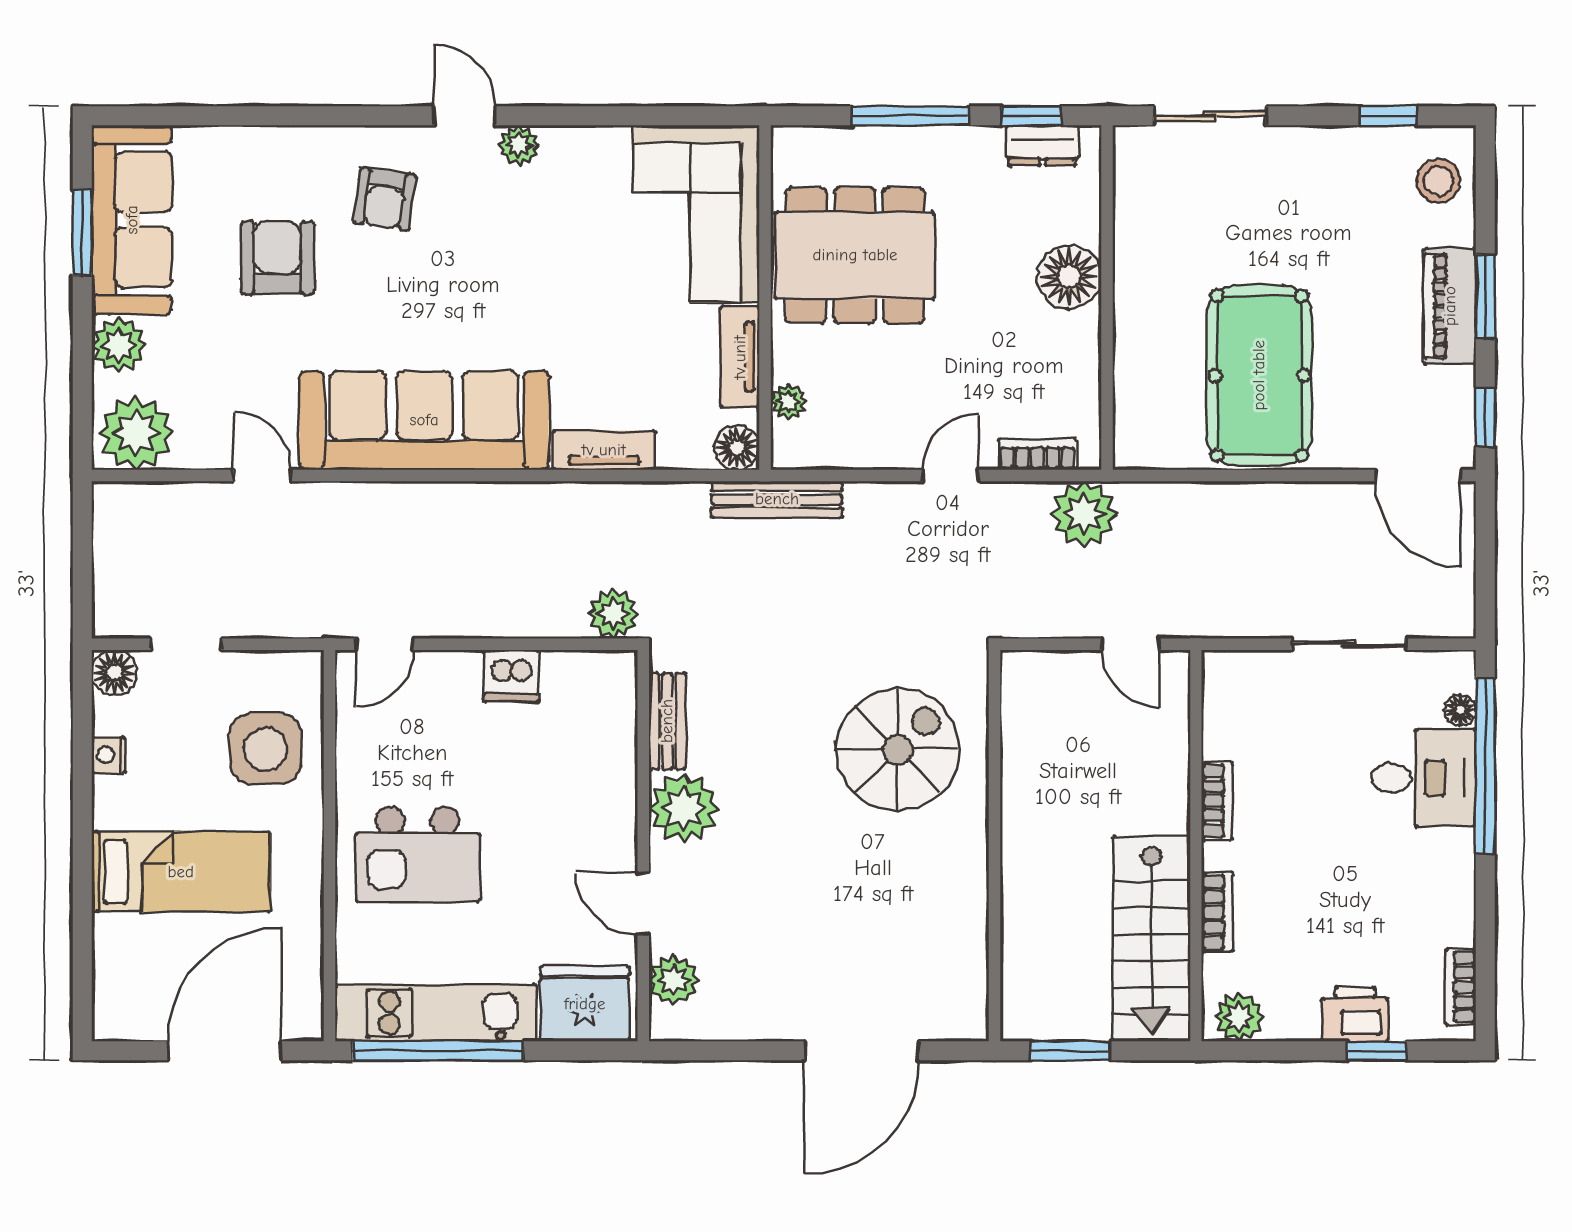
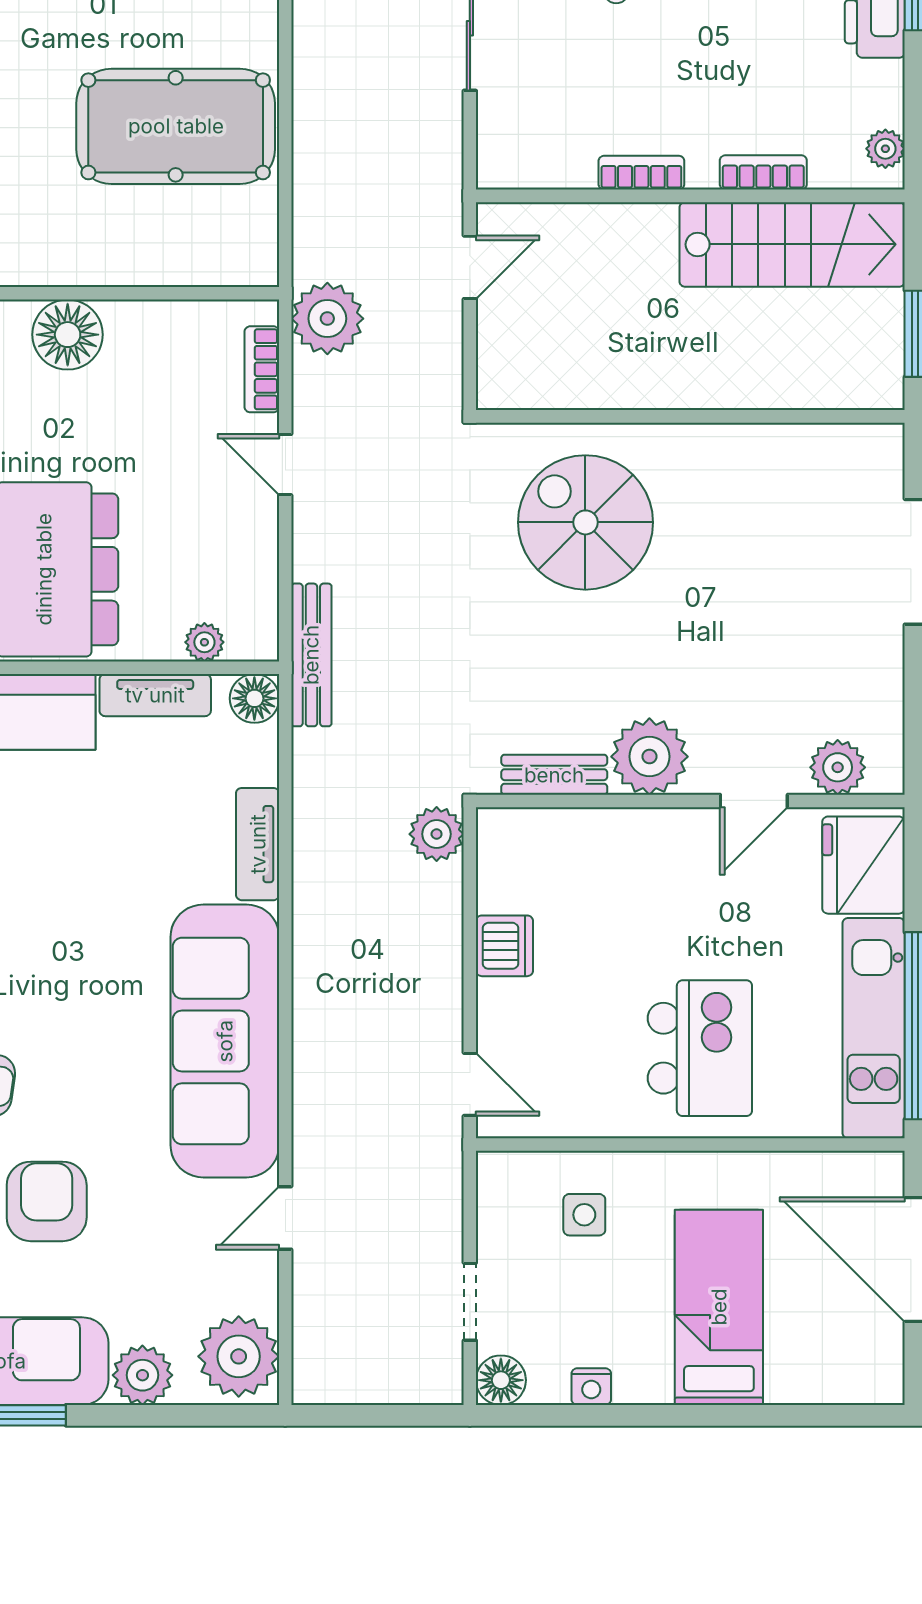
armchair: (278, 258) -> (47, 1201), turned 90
side table: (265, 749) -> (584, 1215), width x0.54, depth x0.54
plant: (1239, 1017) -> (885, 149), width x0.73, depth x0.73

